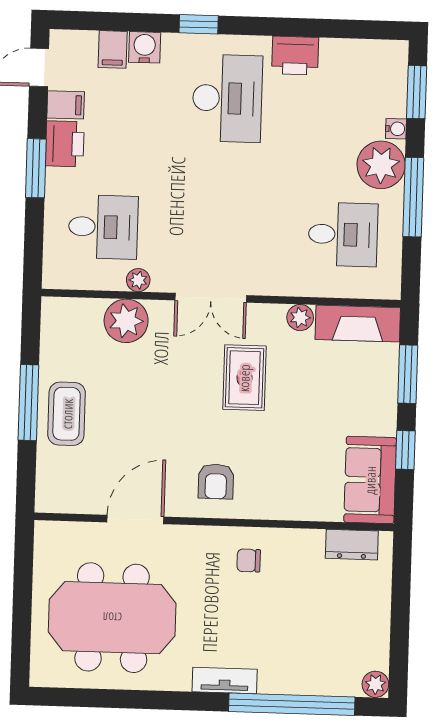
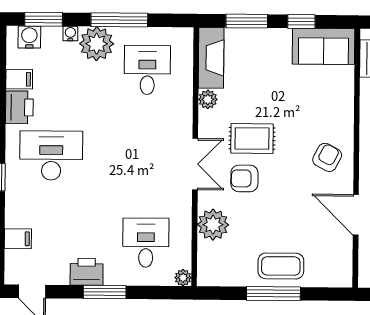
water cooler: (145, 47) -> (29, 37), moved, turned 90
filing cabinet: (66, 105) -> (19, 79), moved, turned 90
plant: (138, 280) -> (183, 278), moved
armchair: (189, 366) -> (244, 178), added
armchair: (216, 481) -> (327, 157), turned -62

